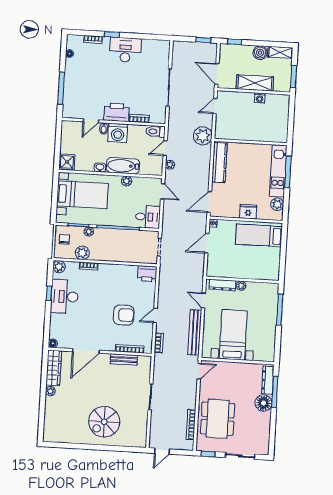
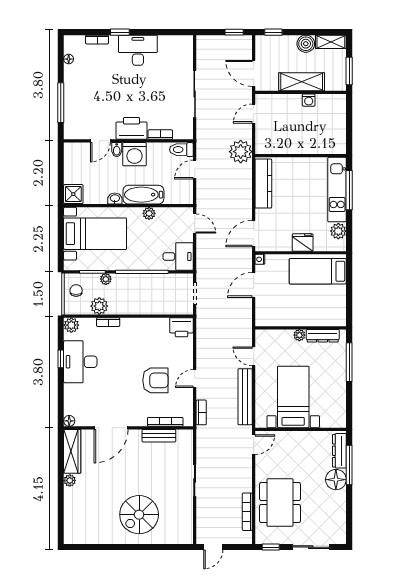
plant: (170, 165) -> (202, 190), removed
dresser: (222, 285) -> (323, 336), moved

